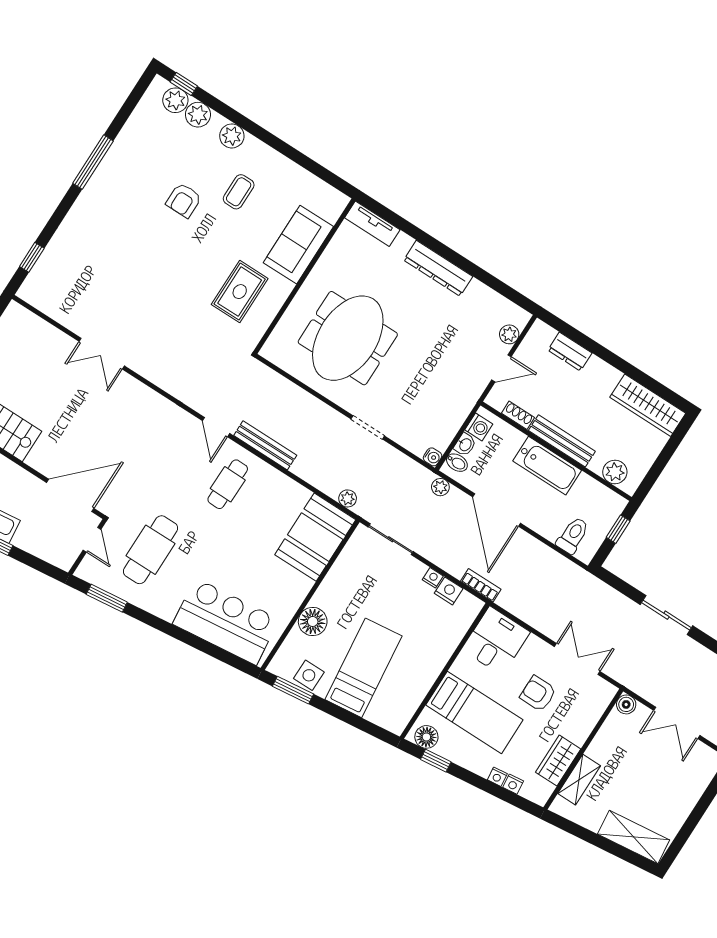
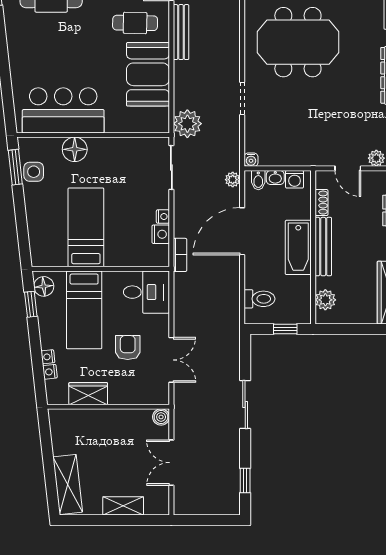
plant: (348, 498) -> (187, 124), width x1.87, depth x1.87
booth: (315, 537) -> (148, 74), moved, turned 90
bar counter: (226, 622) -> (63, 110), moved, turned -84
bed: (363, 668) -> (86, 227), moved, turned -84
shelving: (579, 780) -> (123, 506), moved

